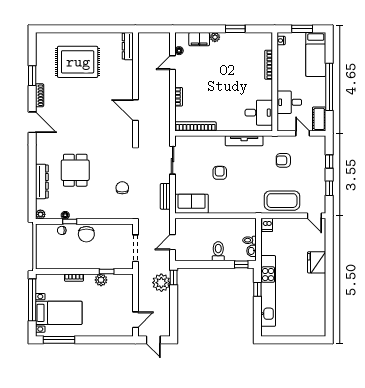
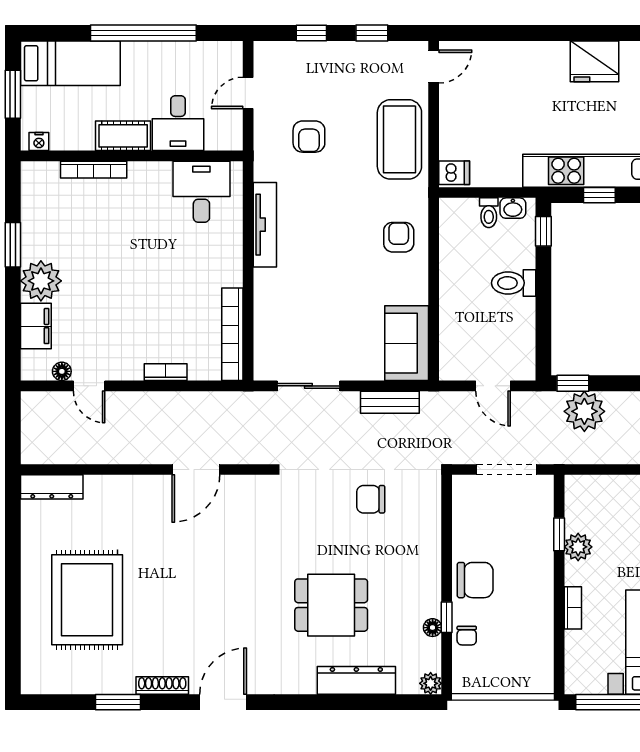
plant: (215, 37) -> (41, 281), width x1.87, depth x1.87
cot: (319, 119) -> (123, 136), moved
armchair: (220, 173) -> (399, 237), moved, turned 90
fridge: (317, 262) -> (594, 61), moved

